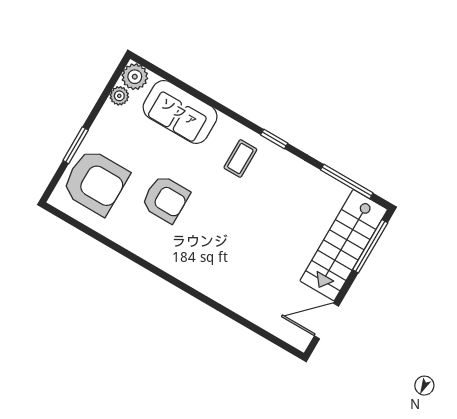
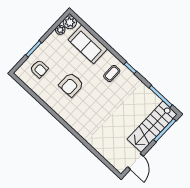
armchair: (95, 182) -> (39, 69), width x0.53, depth x0.53
armchair: (165, 199) -> (71, 85), turned 90
door: (327, 321) -> (135, 162), swing flipped

